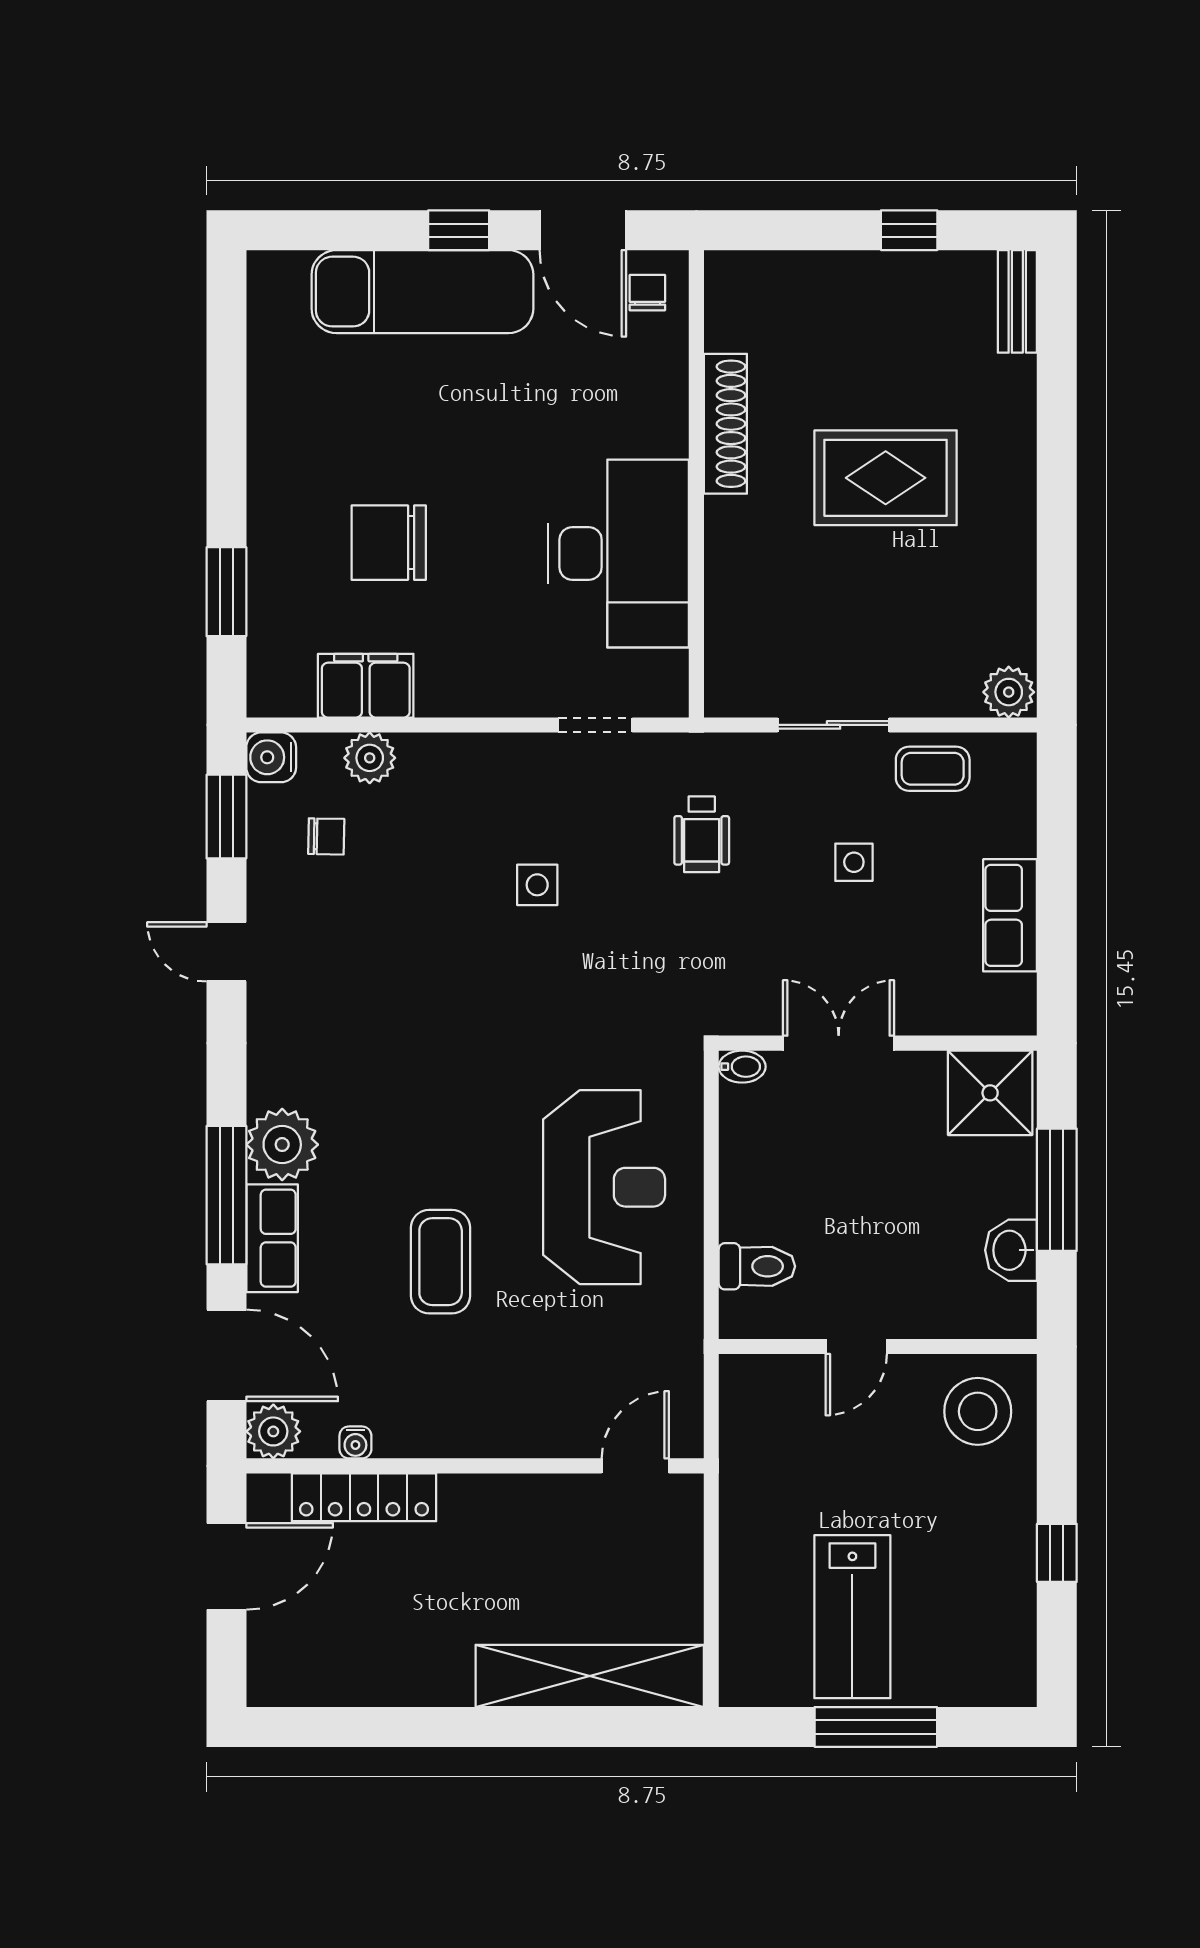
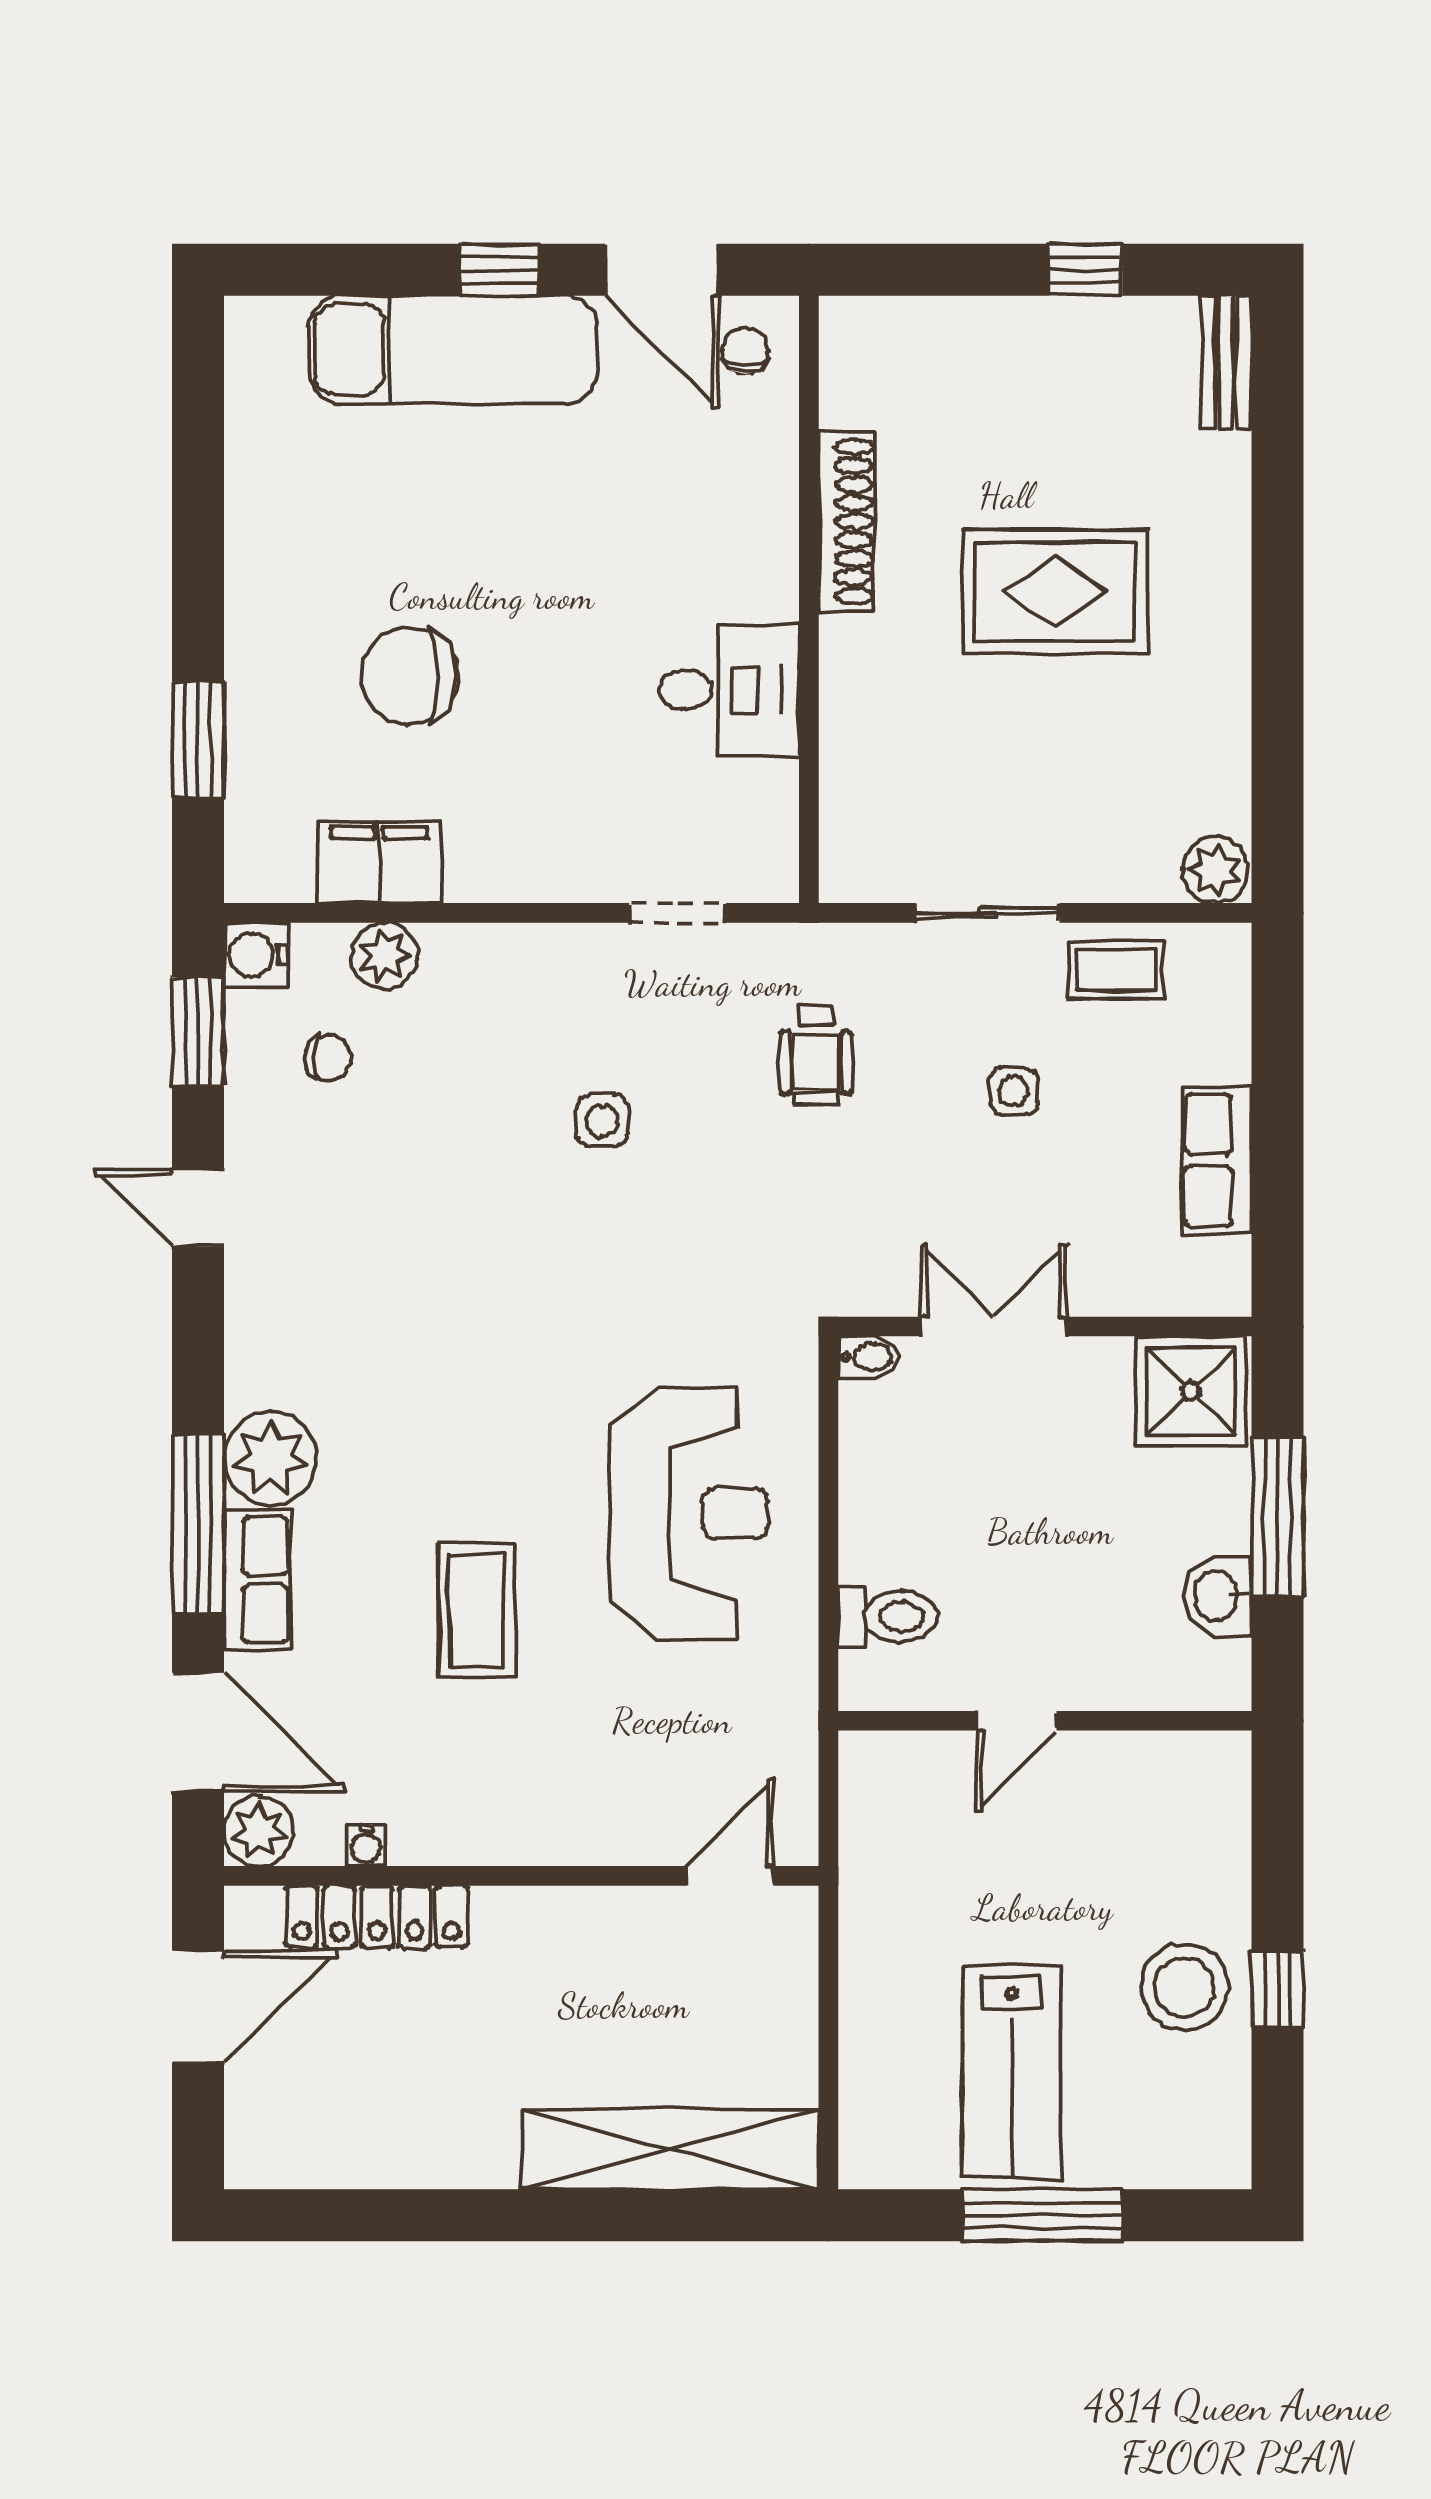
desk: (619, 553) -> (729, 690), width x0.53, depth x0.77
stool: (978, 1411) -> (1184, 1987), moved

